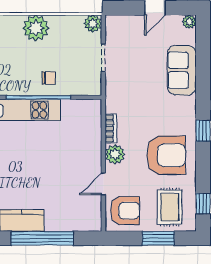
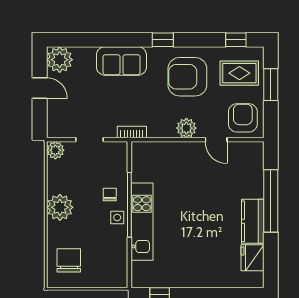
plant: (189, 22) -> (60, 60), width x1.88, depth x1.88
sofa: (182, 70) -> (121, 61), moved
side table: (26, 85) -> (117, 218), added
bookcase: (111, 128) -> (132, 132), moved
armchair: (166, 155) -> (187, 77), turned -90

